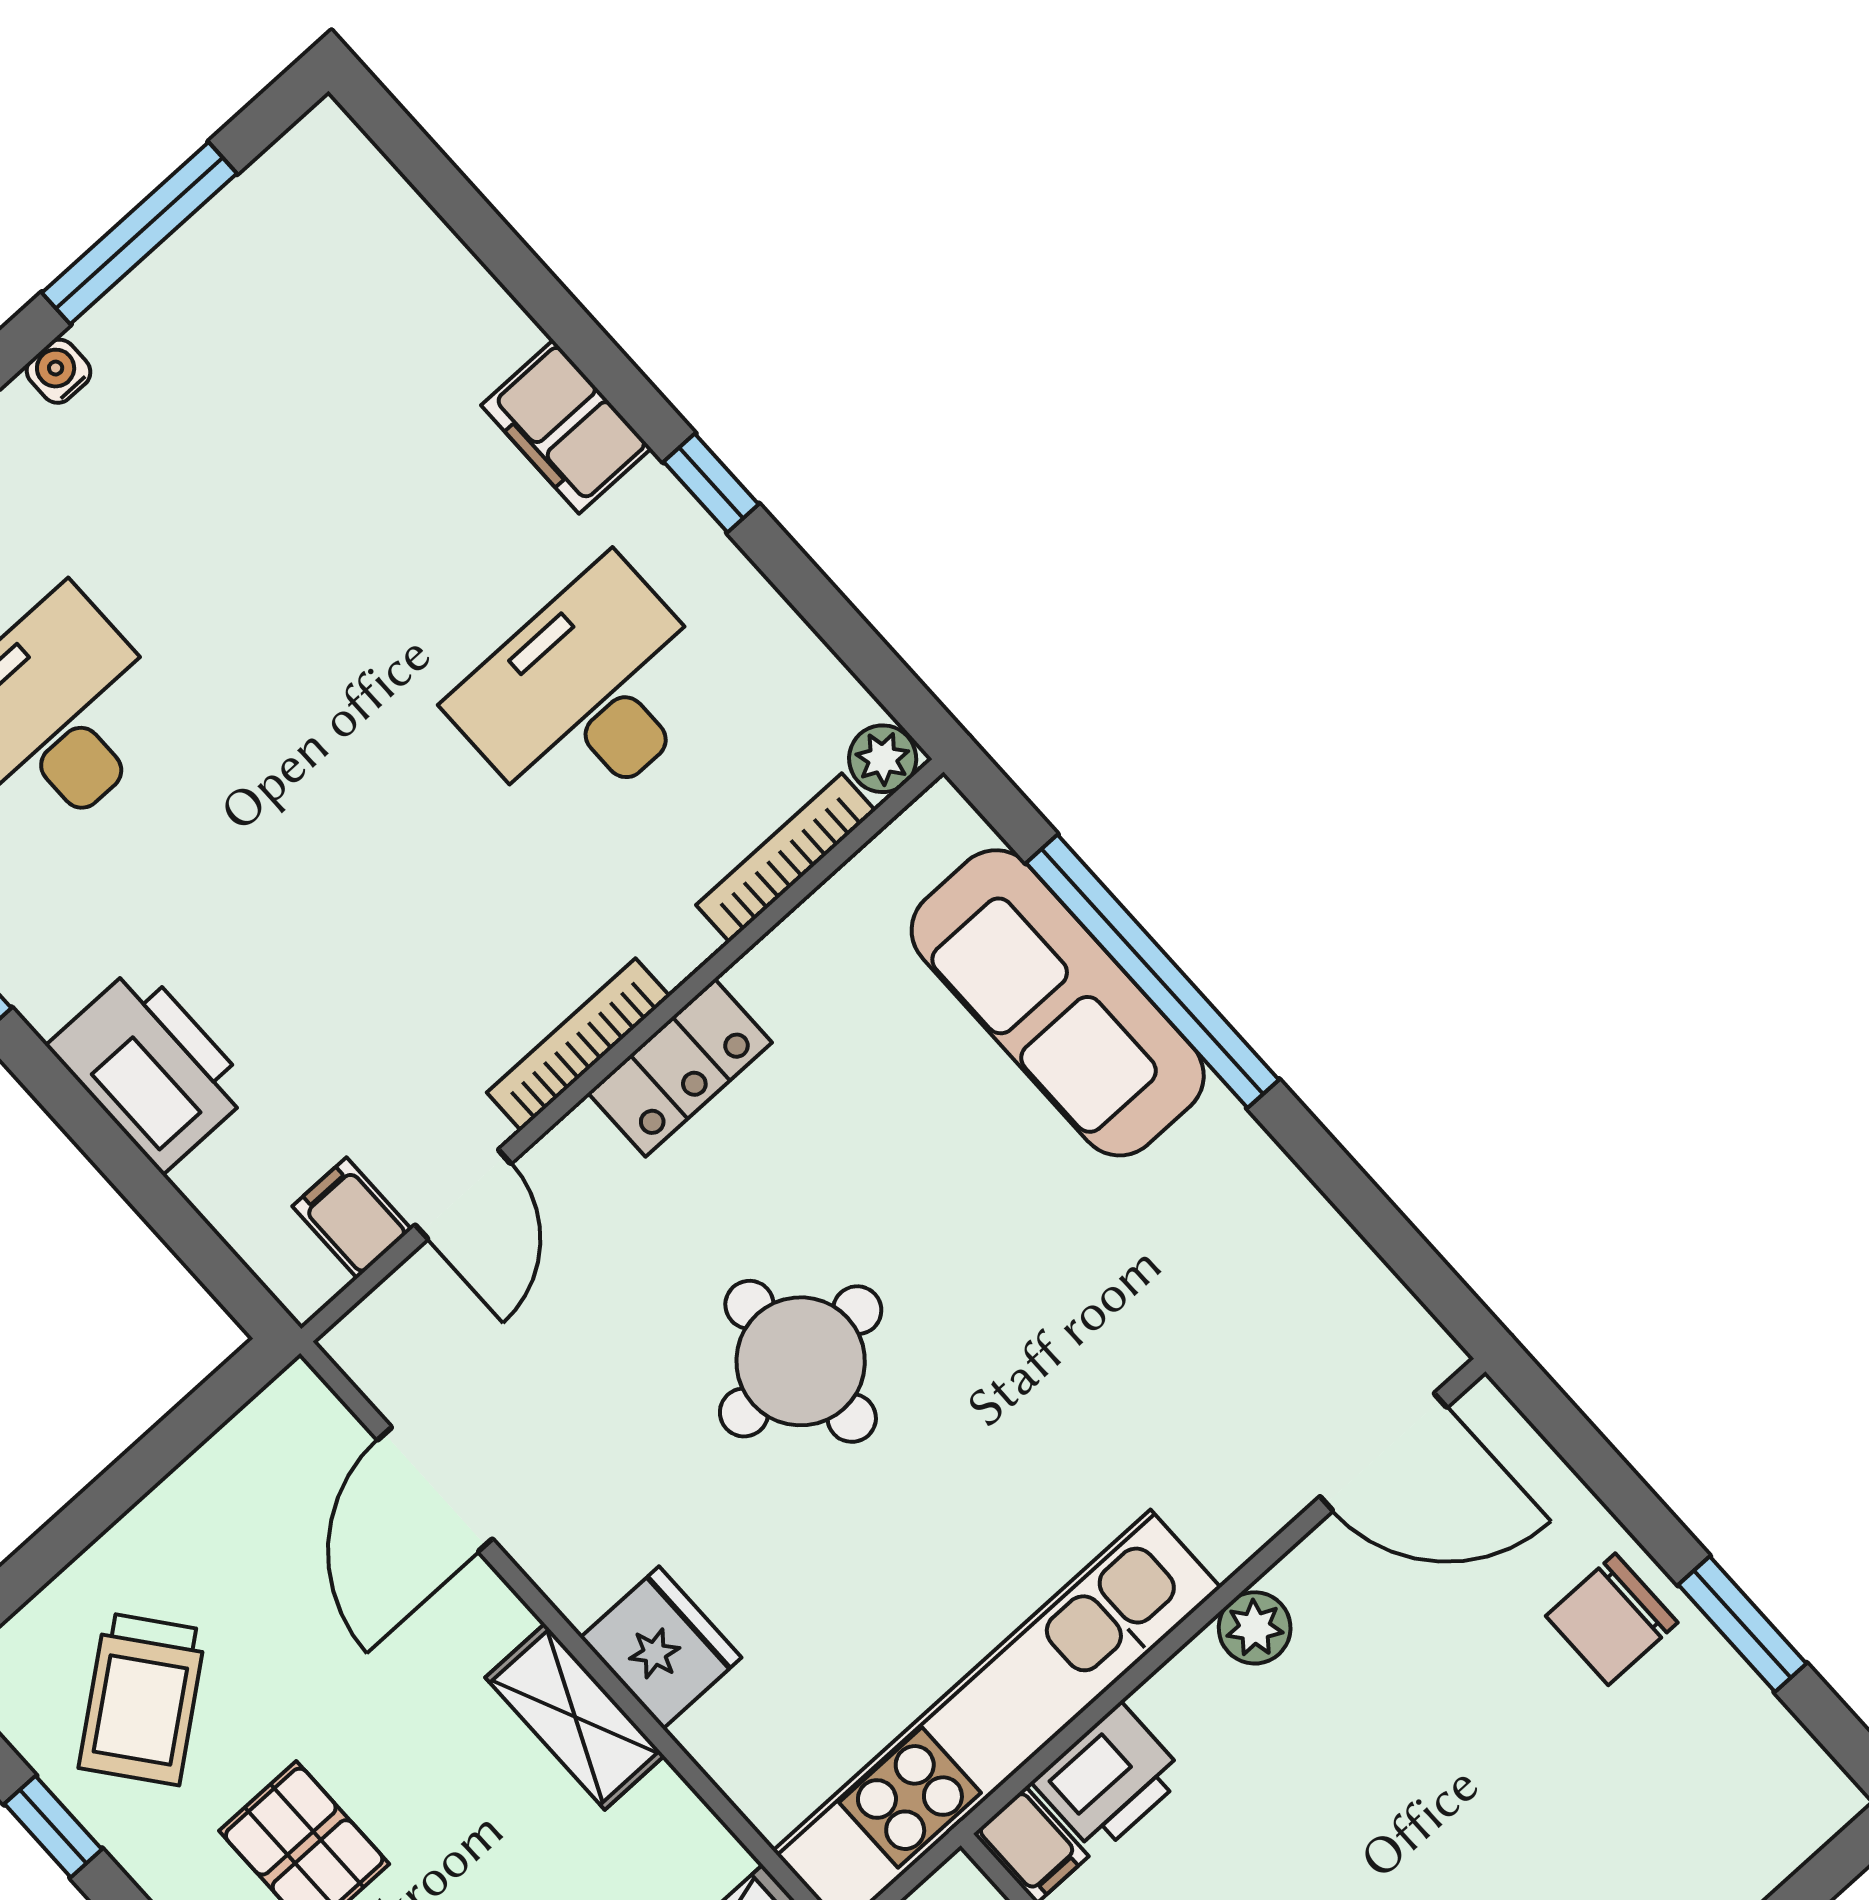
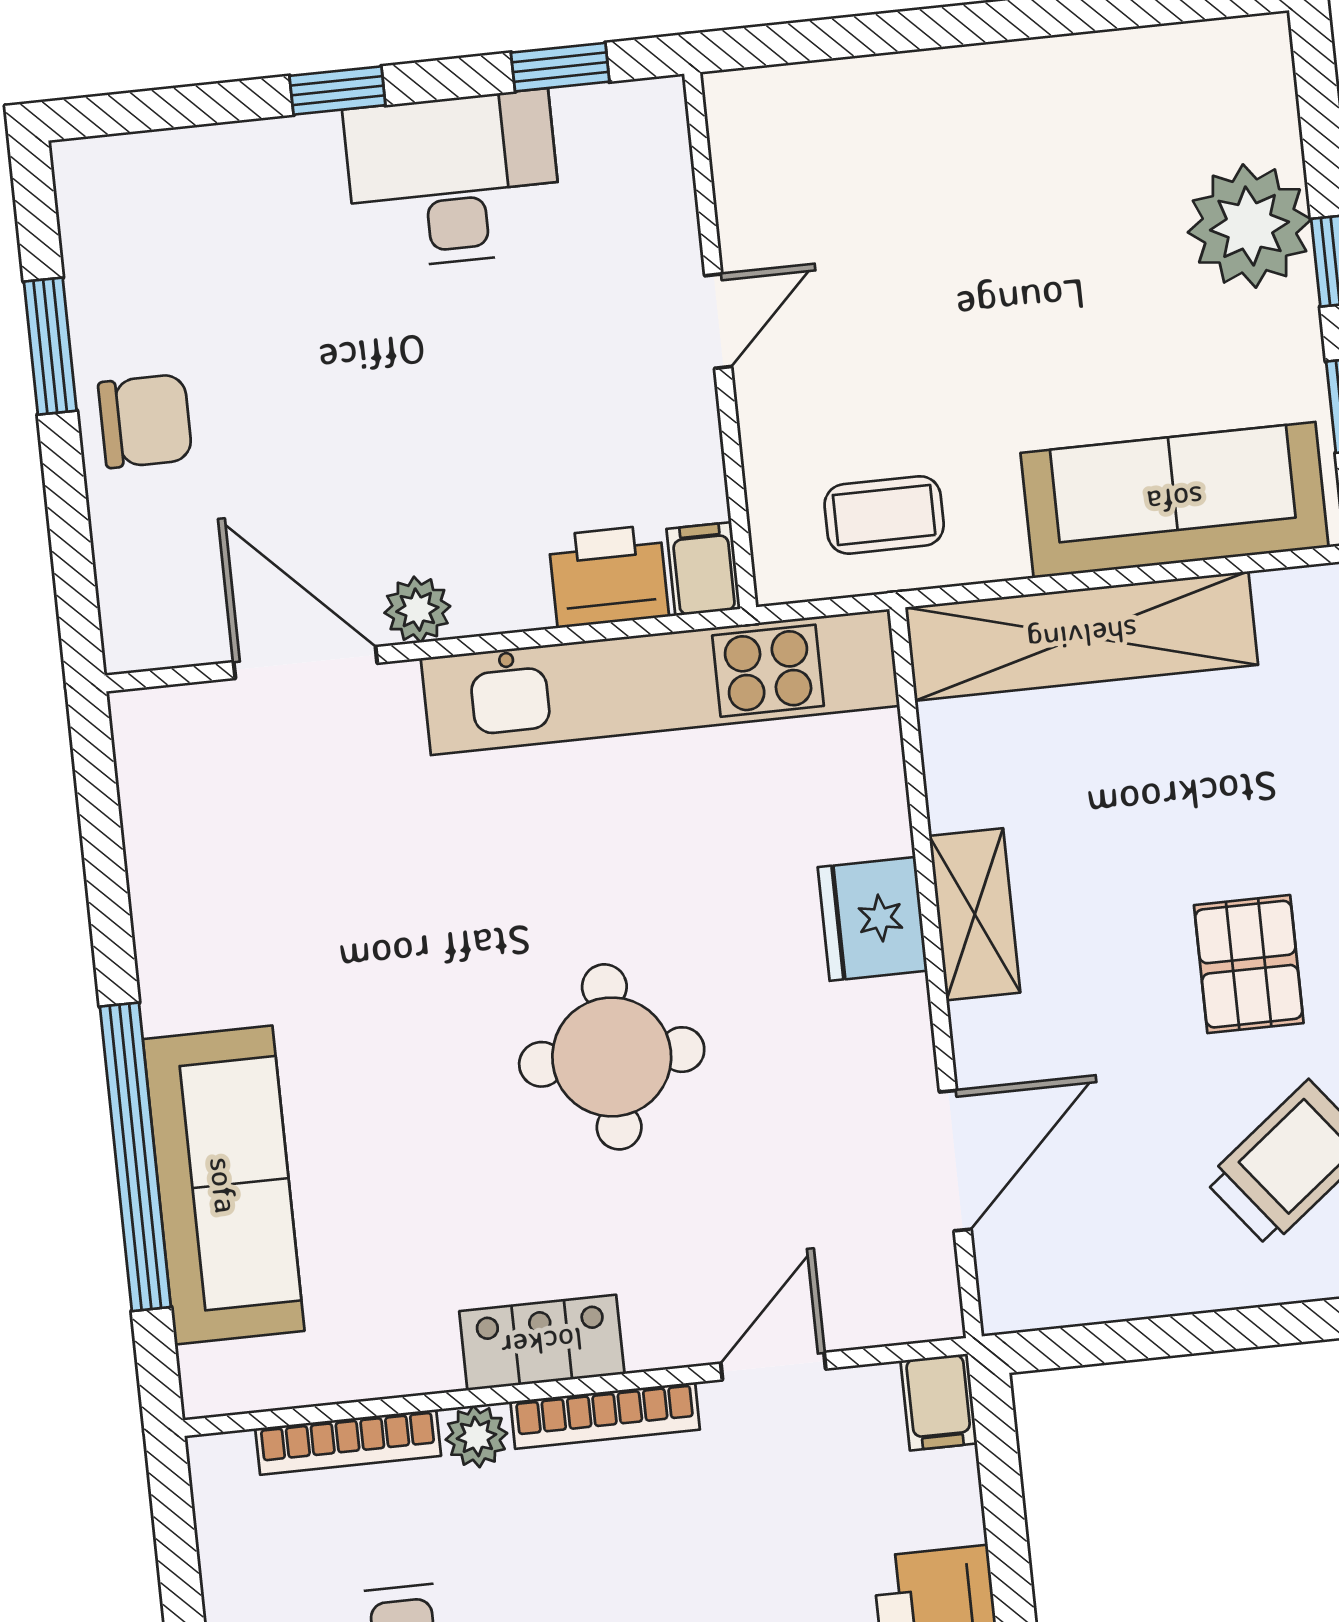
plant: (883, 759) -> (476, 1436), moved
filing cabinet: (352, 1218) -> (939, 1402), moved
door: (1383, 1452) -> (305, 662), moved

